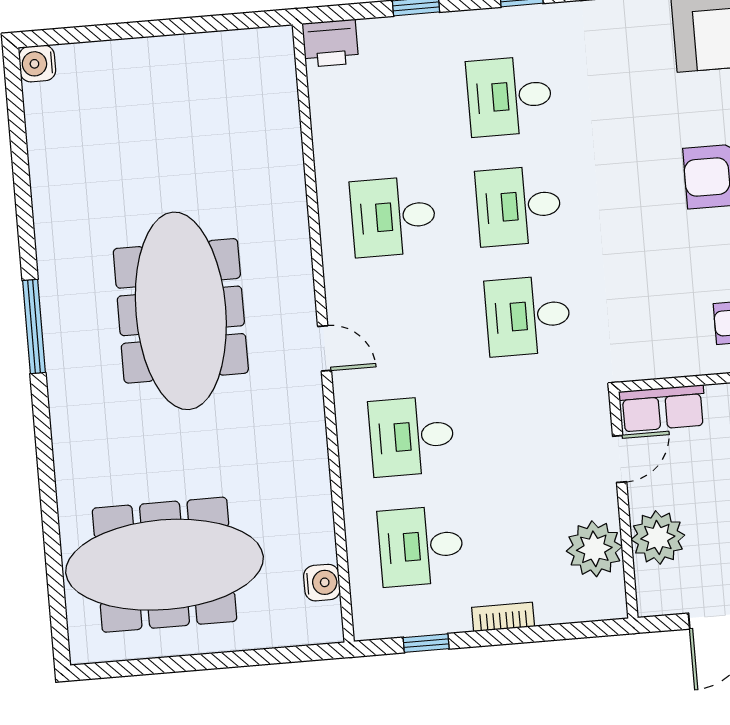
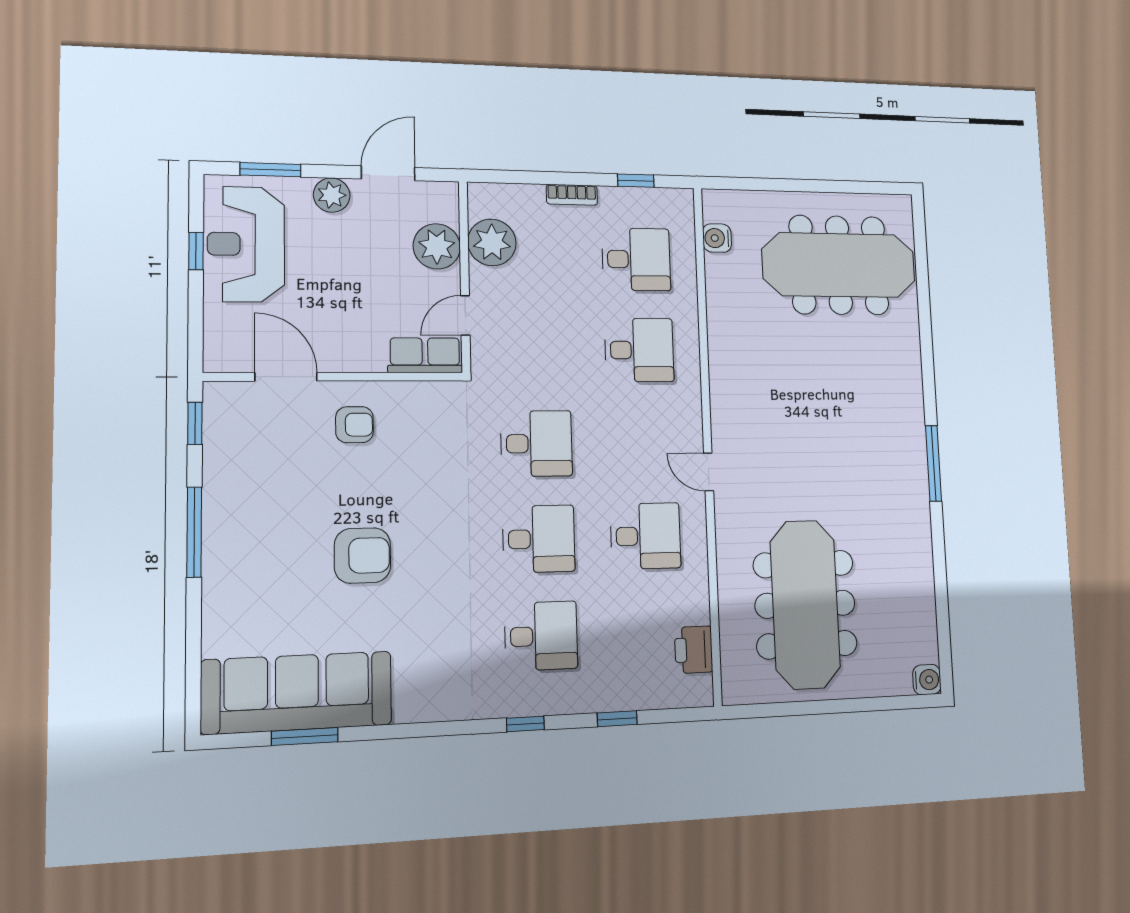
printer: (330, 43) -> (694, 650), moved, turned -90
meeting table: (181, 311) -> (805, 604), moved
door: (325, 348) -> (709, 472), moved

